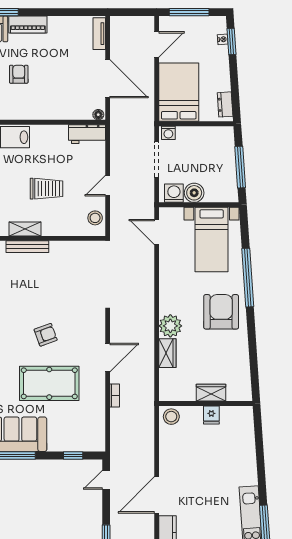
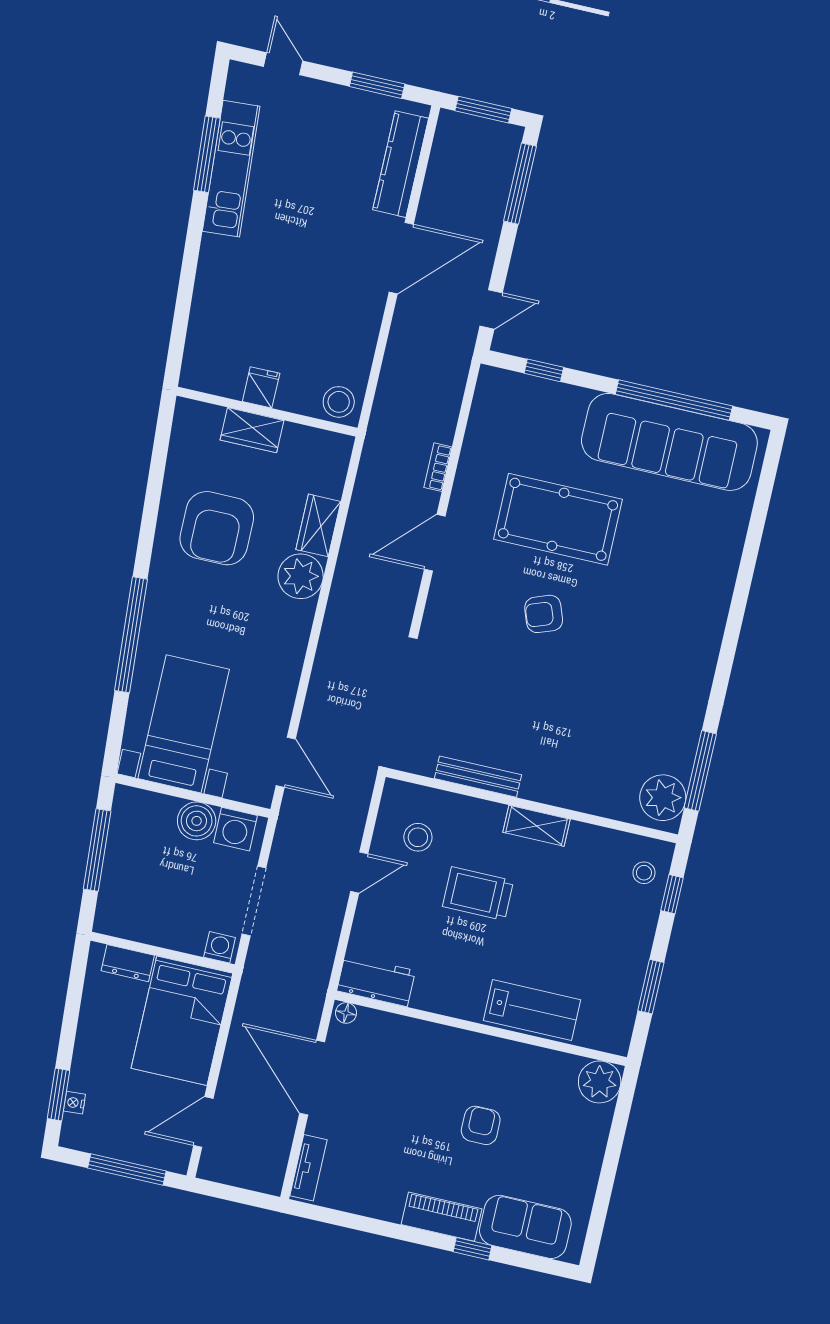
armchair: (19, 74) -> (481, 1125), turned 180
dresser: (225, 104) -> (128, 963), moved, turned 94
stool: (95, 218) -> (418, 837), moved
bench: (27, 247) -> (478, 777), moved
armchair: (221, 312) -> (217, 528), moved

